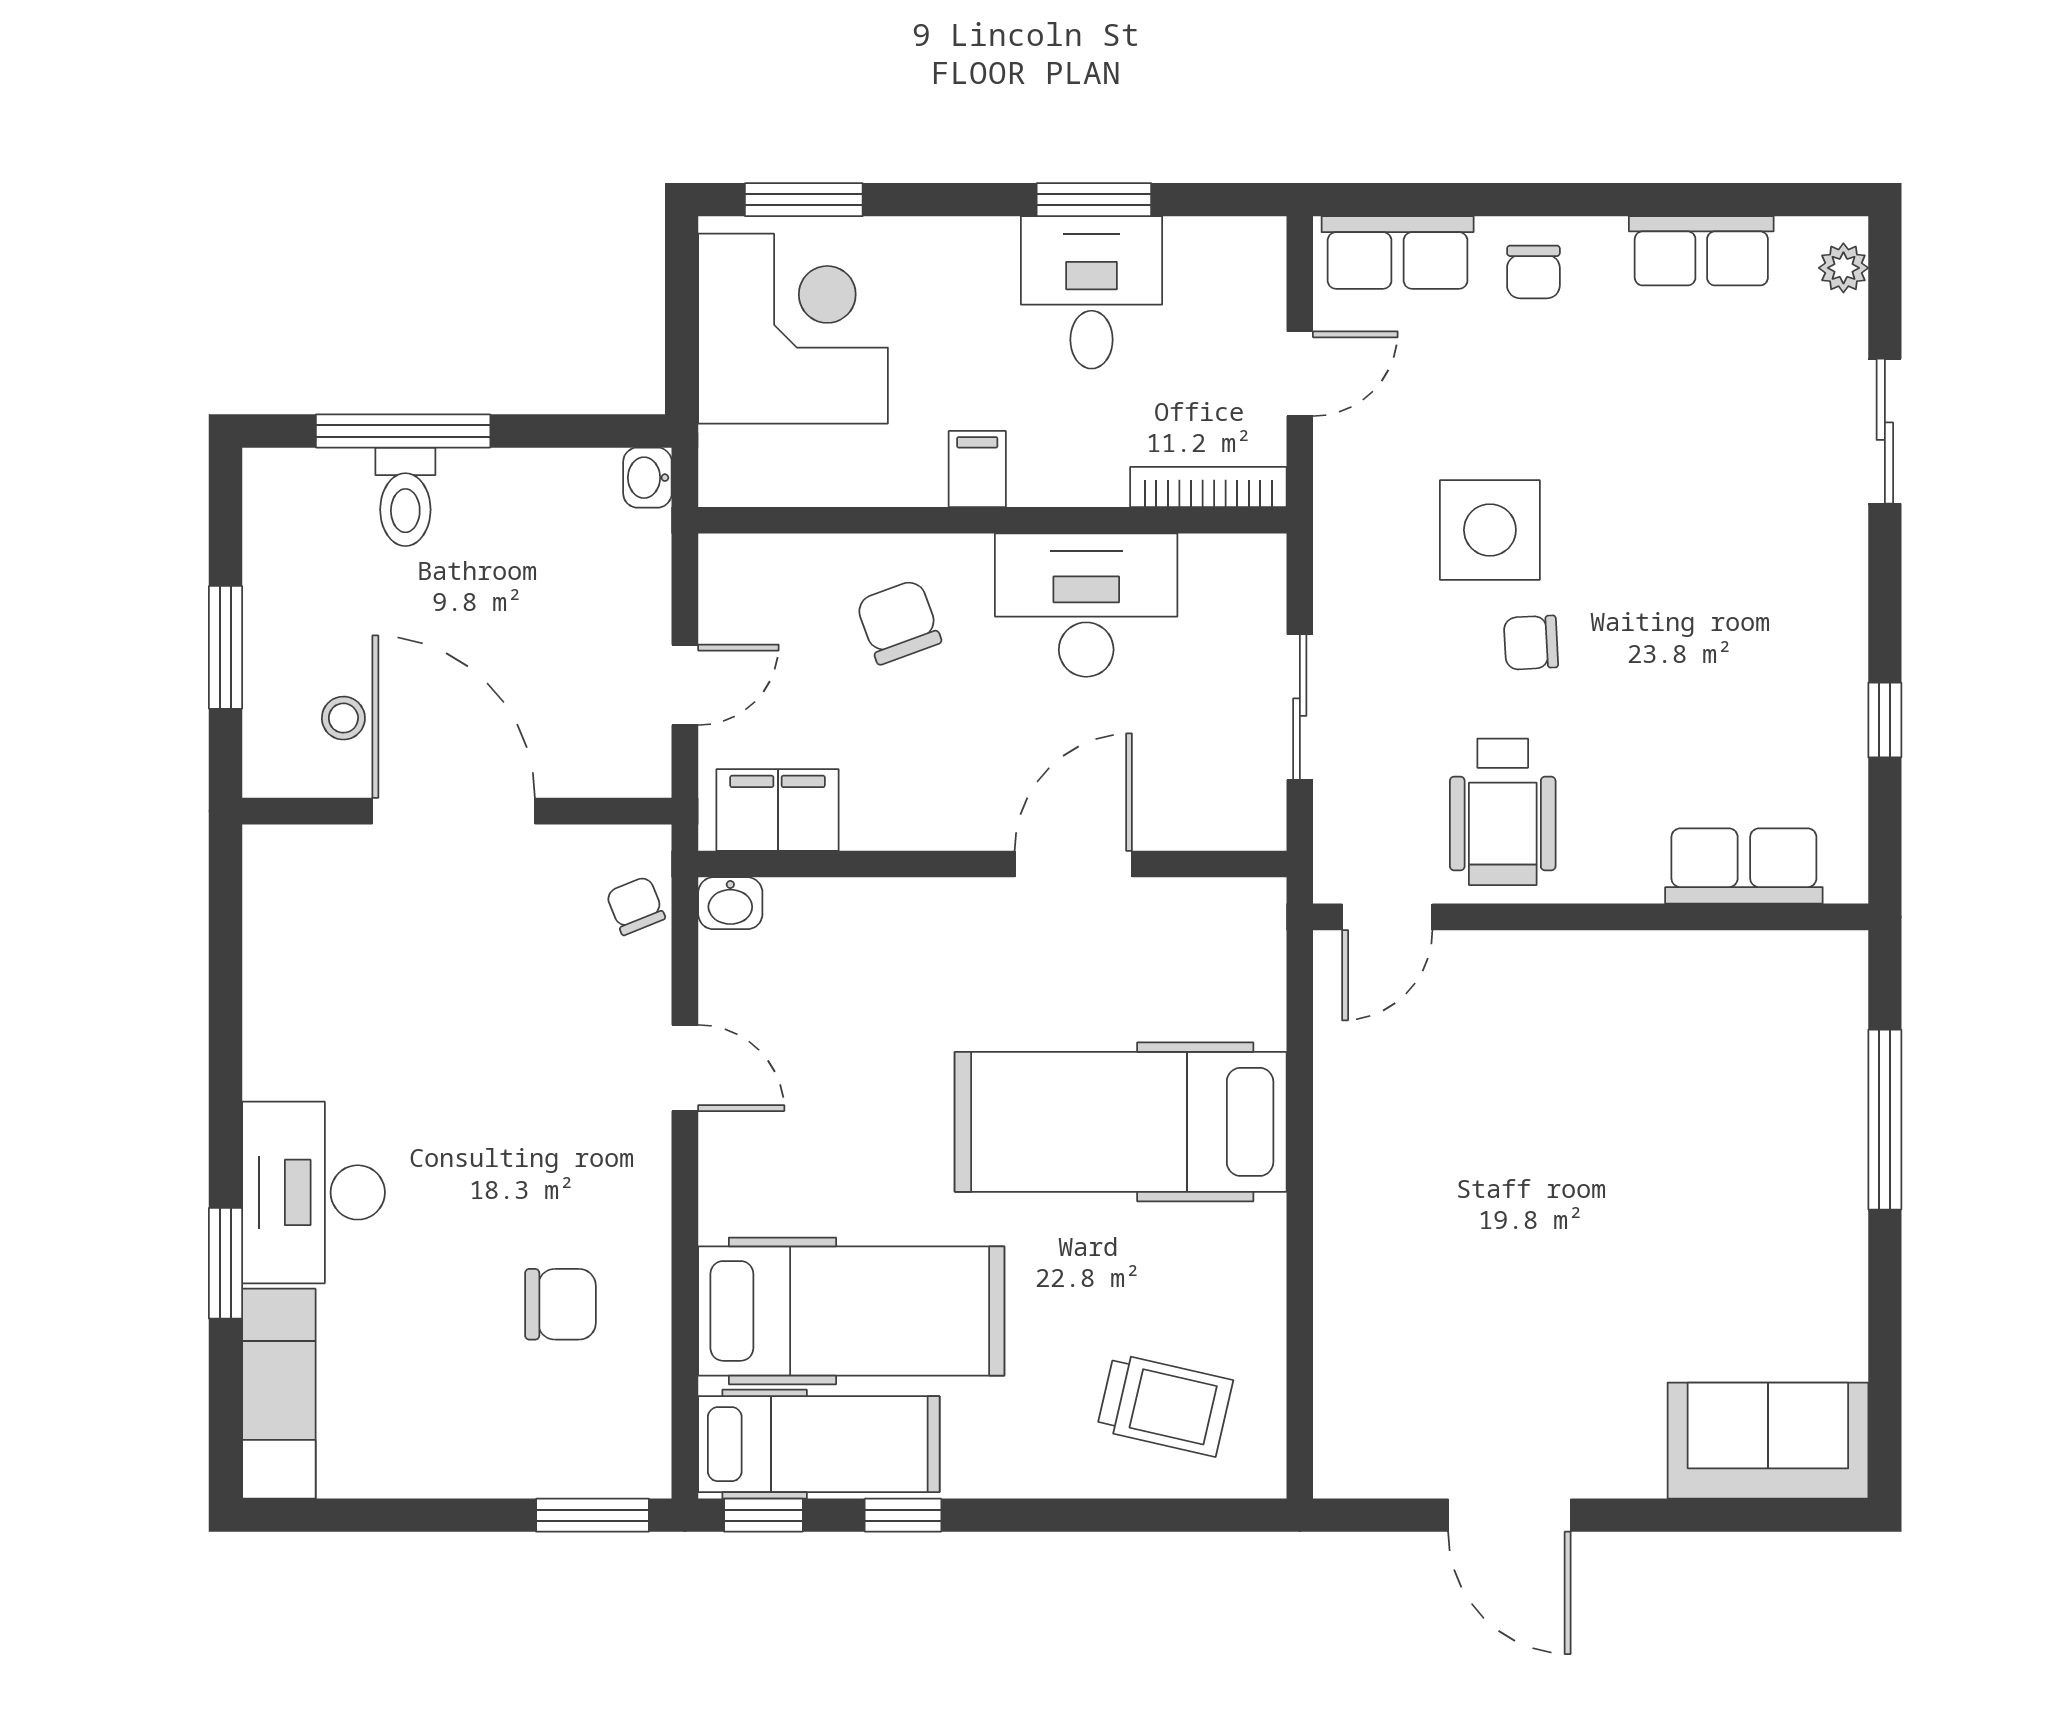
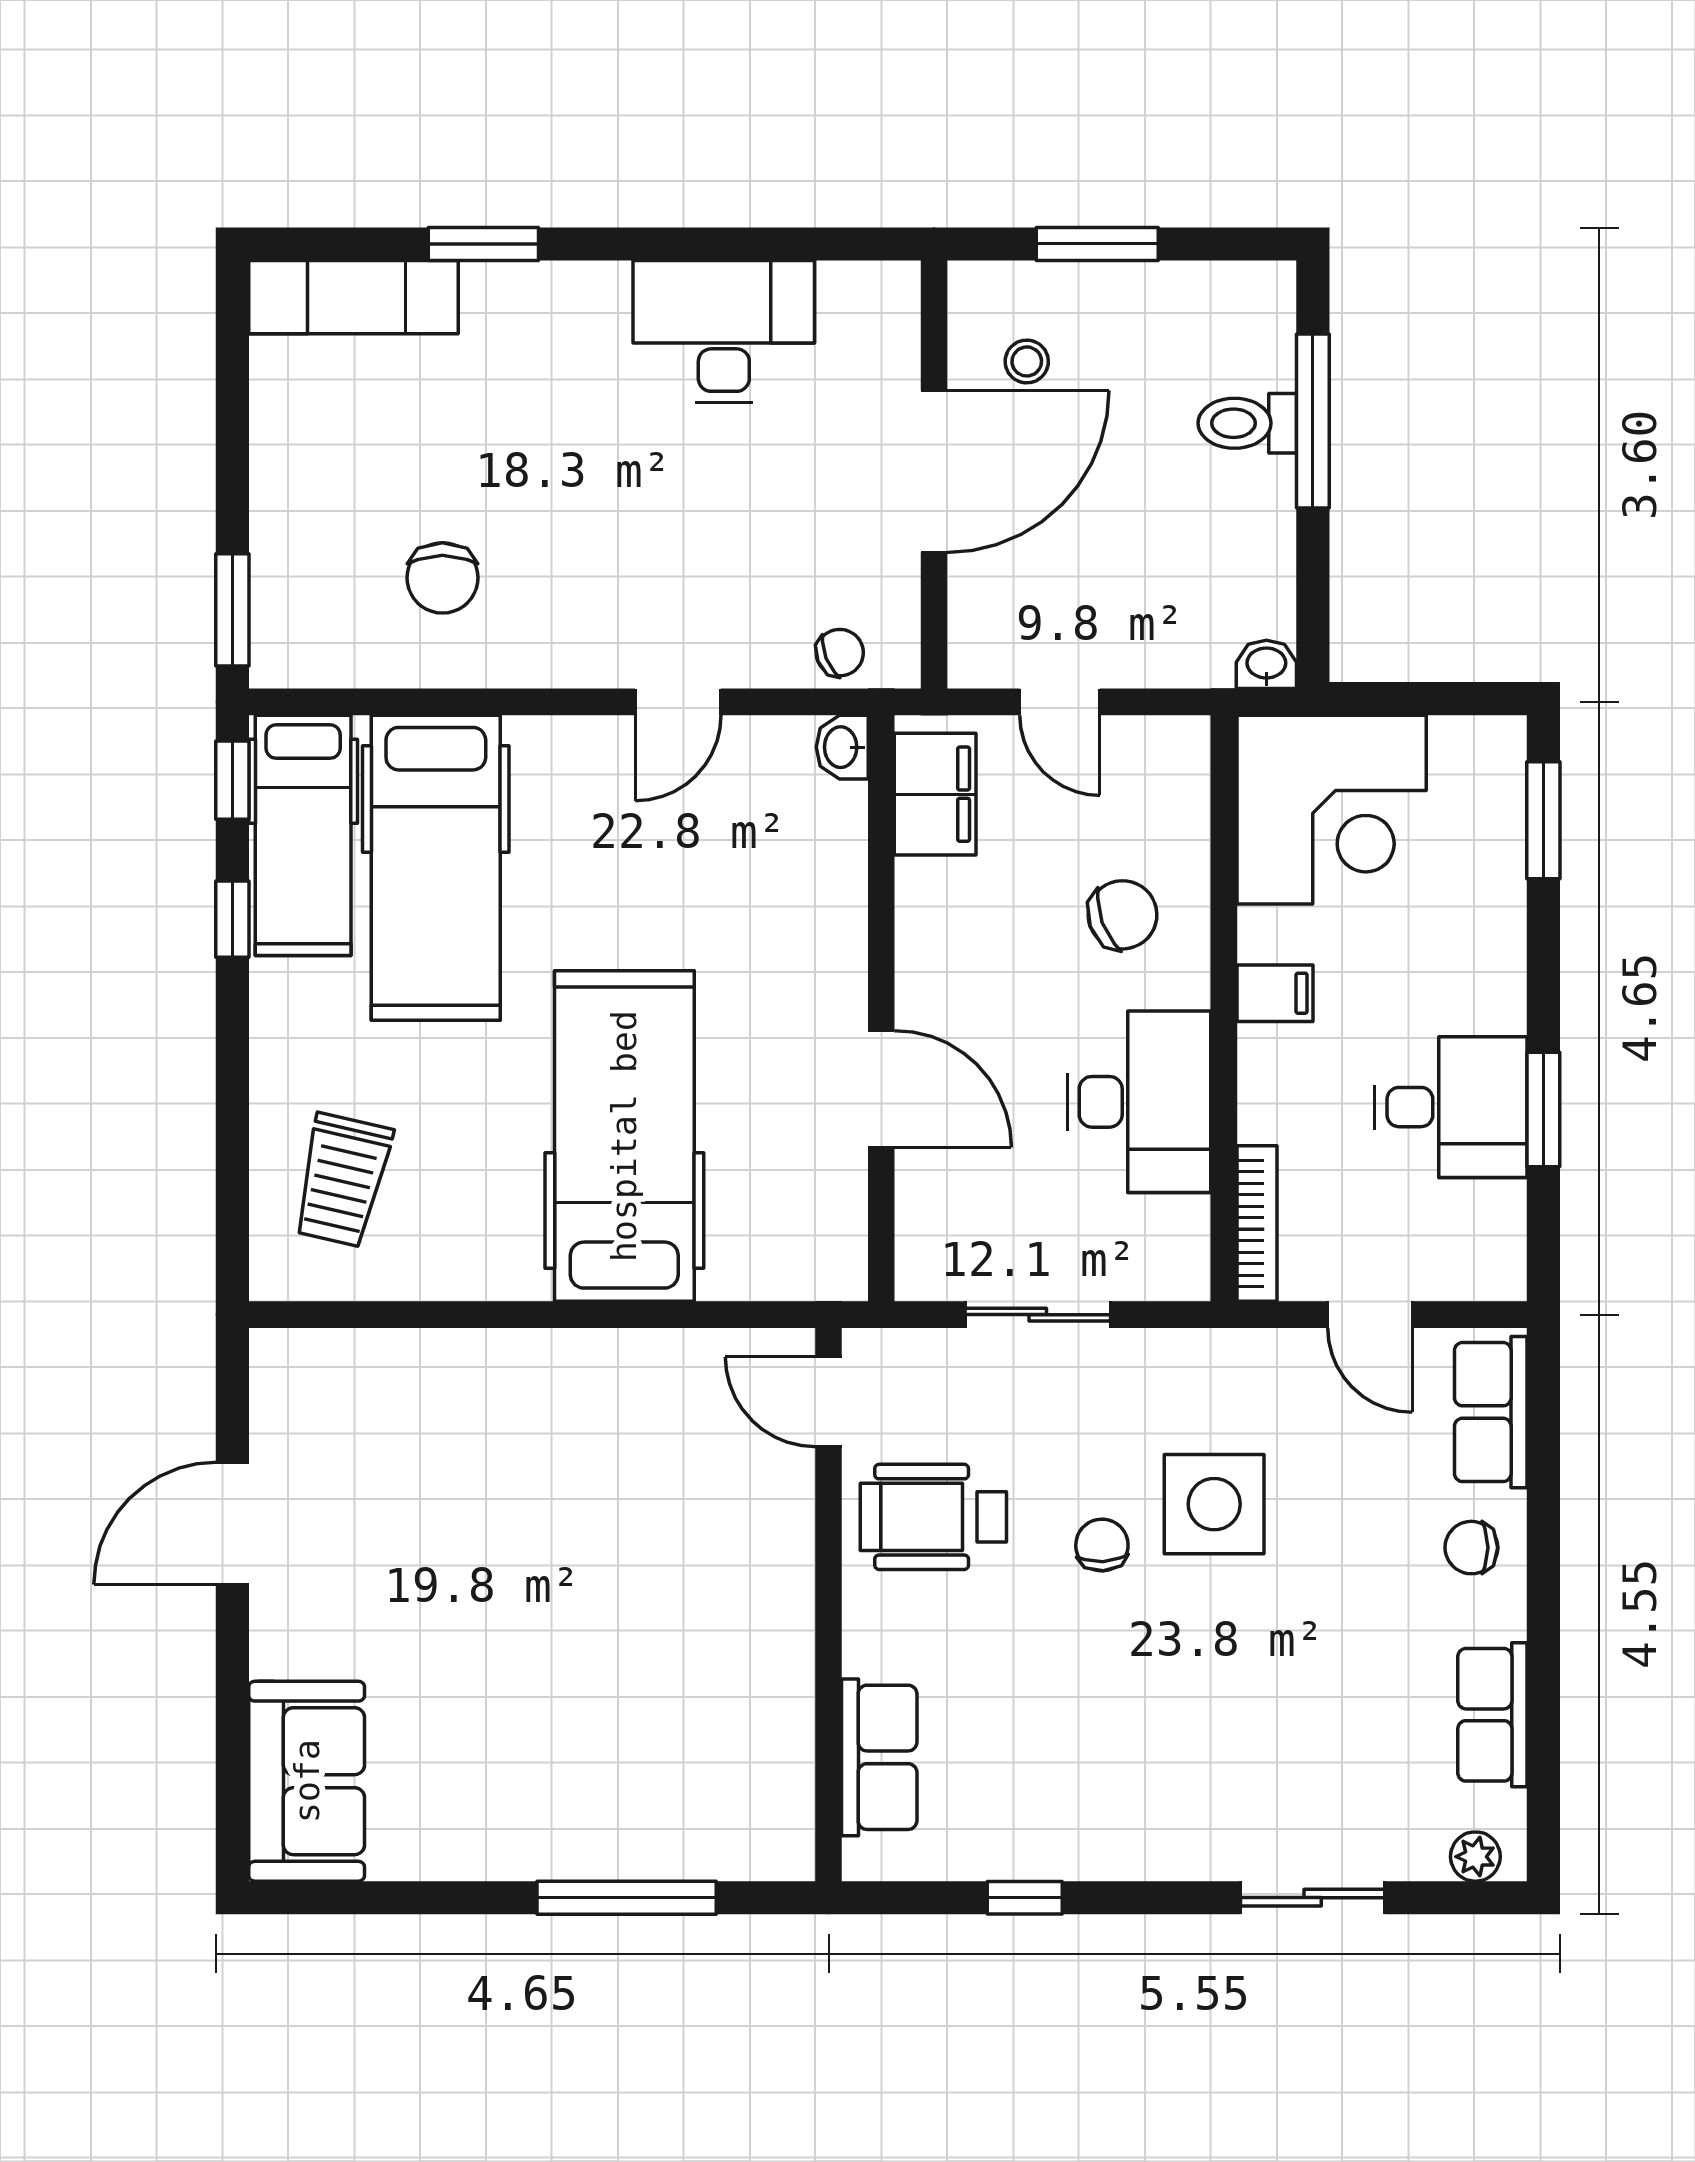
corner desk: (793, 329) -> (1332, 810), moved
desk: (313, 1192) -> (724, 332), moved

